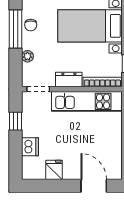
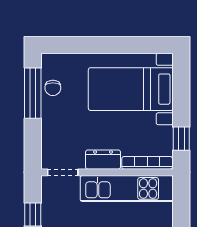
plant: (27, 56) -> (49, 129), removed

